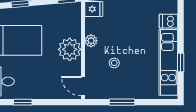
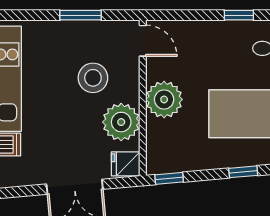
plant: (91, 41) -> (121, 122), width x1.87, depth x1.87
stool: (114, 63) -> (93, 78), width x1.89, depth x1.89

